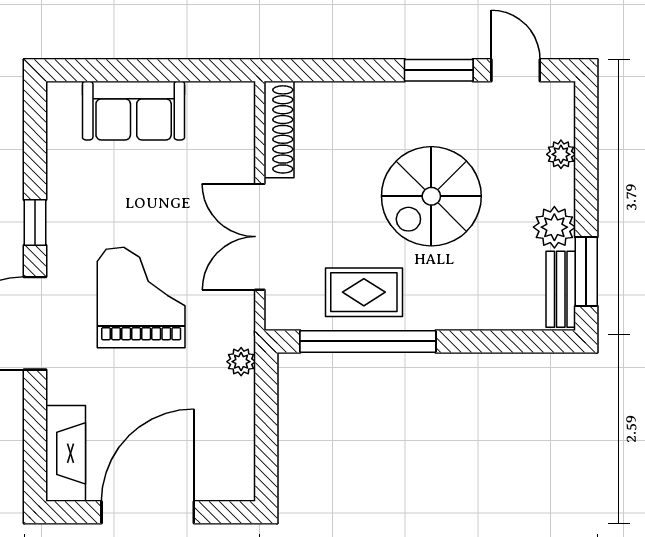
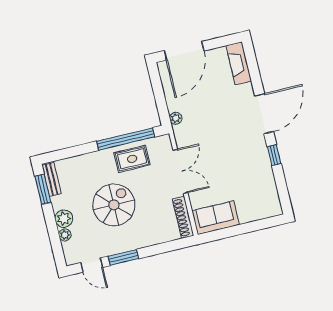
sofa: (134, 111) -> (216, 218), moved
plant: (554, 227) -> (64, 219), moved
grand piano: (141, 297) -> (223, 135), removed
door: (148, 512) -> (184, 51), moved

